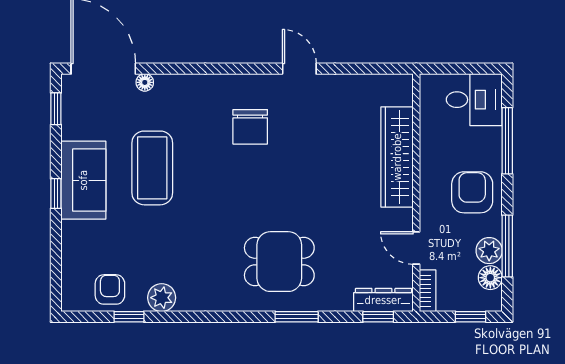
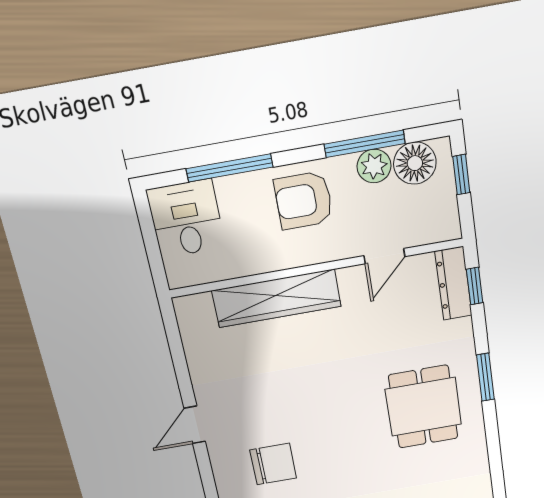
floor lamp: (490, 278) -> (415, 163), width x1.38, depth x1.38
bookcase: (428, 291) -> (435, 233), removed

